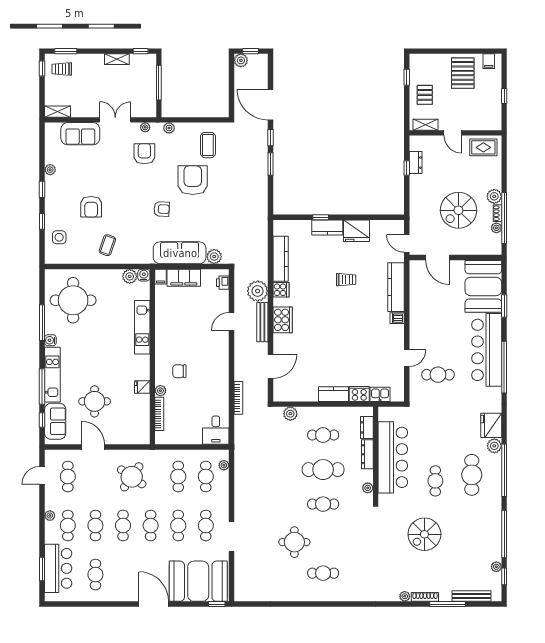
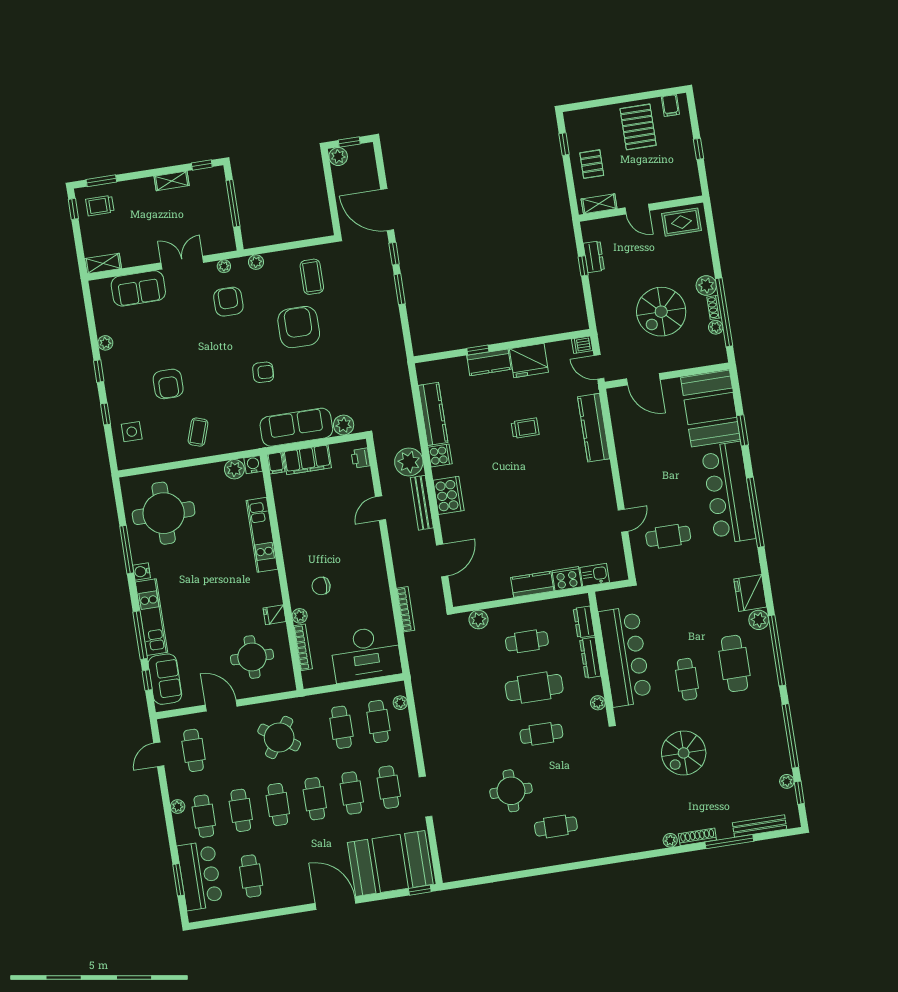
dishwasher: (397, 318) -> (582, 345), moved
round table: (95, 401) -> (252, 657), moved
desk: (216, 430) -> (366, 654), width x1.87, depth x1.30

